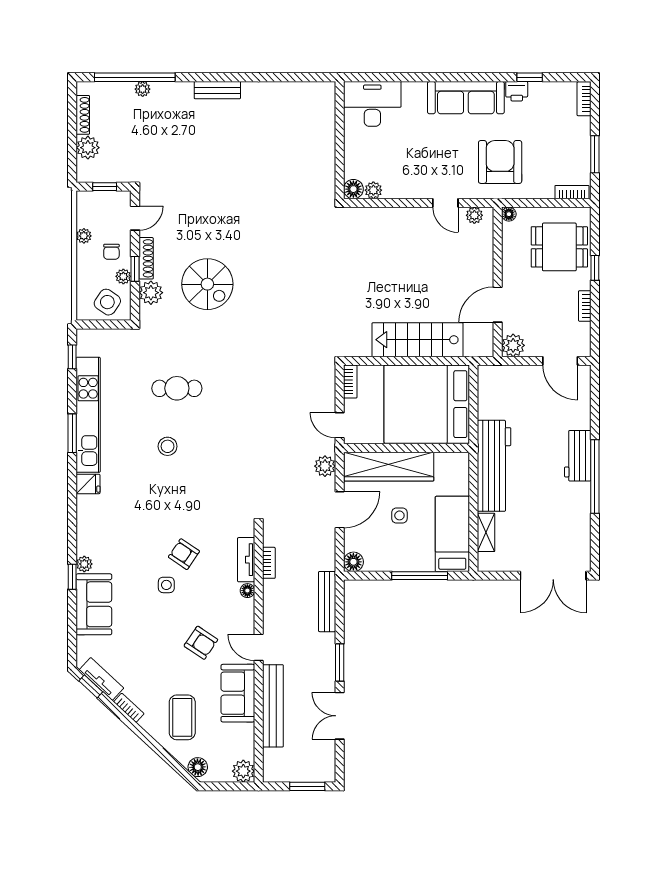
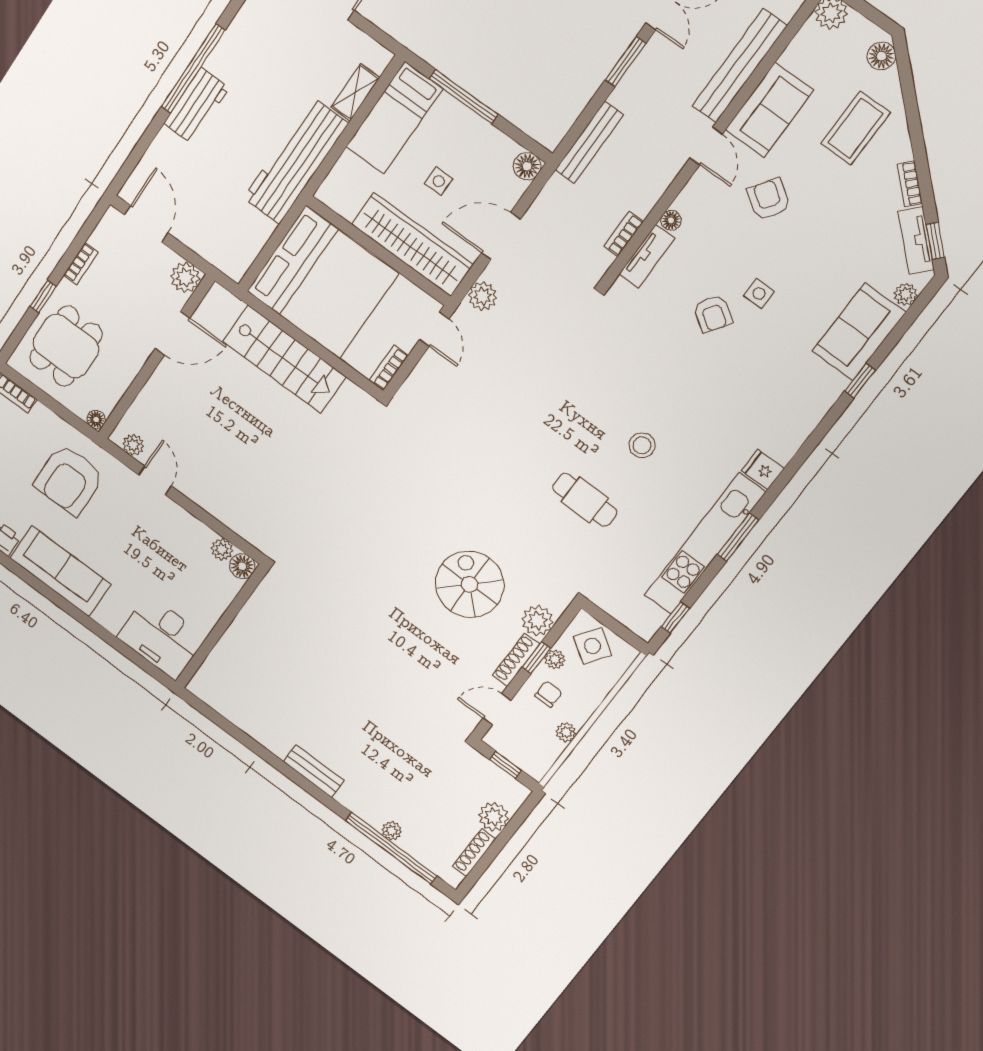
dining table: (559, 247) -> (66, 346), turned 90
plant: (84, 564) -> (906, 294), moved

